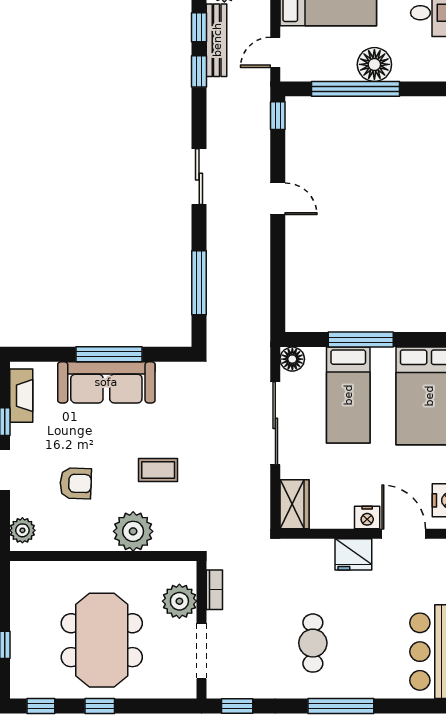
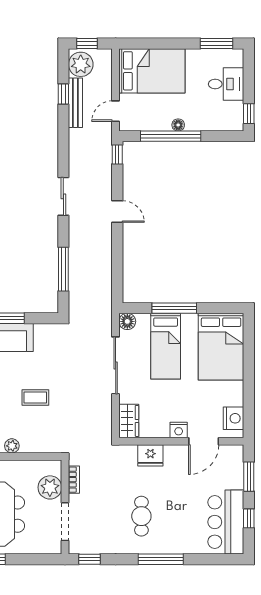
floor lamp: (374, 64) -> (178, 125), width x0.53, depth x0.53
window: (199, 71) -> (63, 124), removed
plant: (133, 531) -> (12, 446), width x0.53, depth x0.53
door: (404, 534) -> (204, 441), swing flipped
fridge: (353, 554) -> (150, 455), moved

